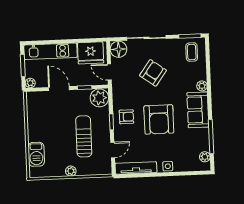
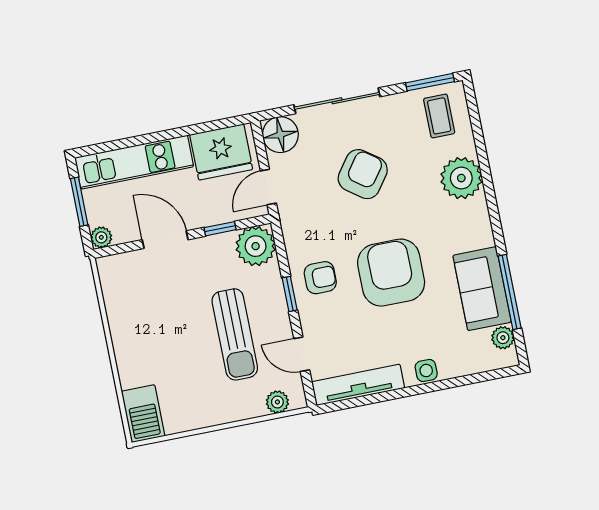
door: (109, 72) -> (268, 187), hinge flipped
plant: (202, 86) -> (461, 178), width x1.88, depth x1.88
sofa: (198, 110) -> (482, 289), moved
armchair: (159, 119) -> (391, 273), turned 180
sun lounger: (84, 136) -> (235, 334), turned 180
door: (113, 150) -> (302, 354), swing flipped
barbecue: (36, 154) -> (143, 414), moved
plant: (71, 171) -> (277, 402), moved

